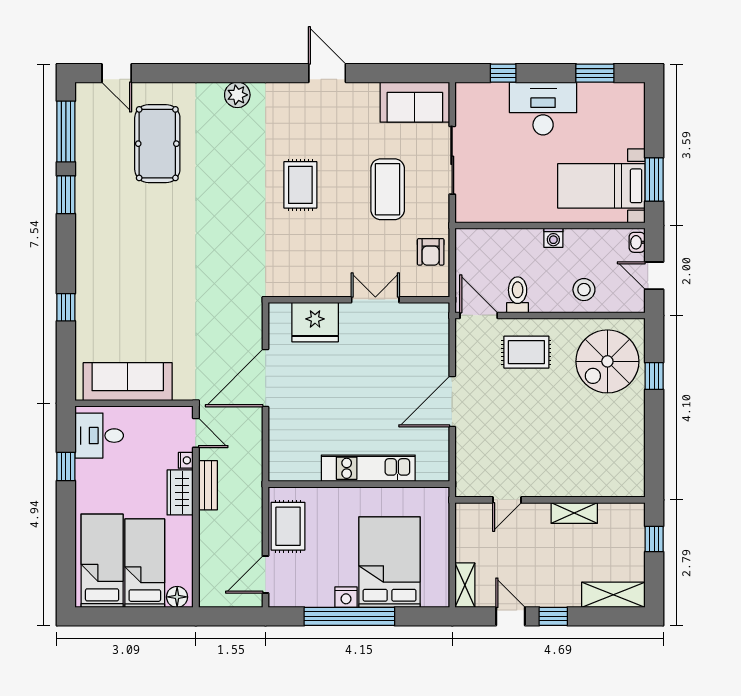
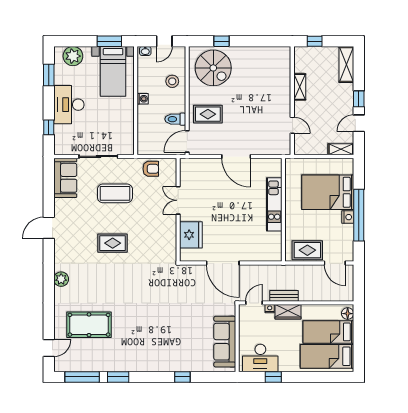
plant: (628, 116) -> (73, 56), added
rug: (526, 352) -> (208, 114), turned 90
desk: (99, 436) -> (260, 358), width x1.37

